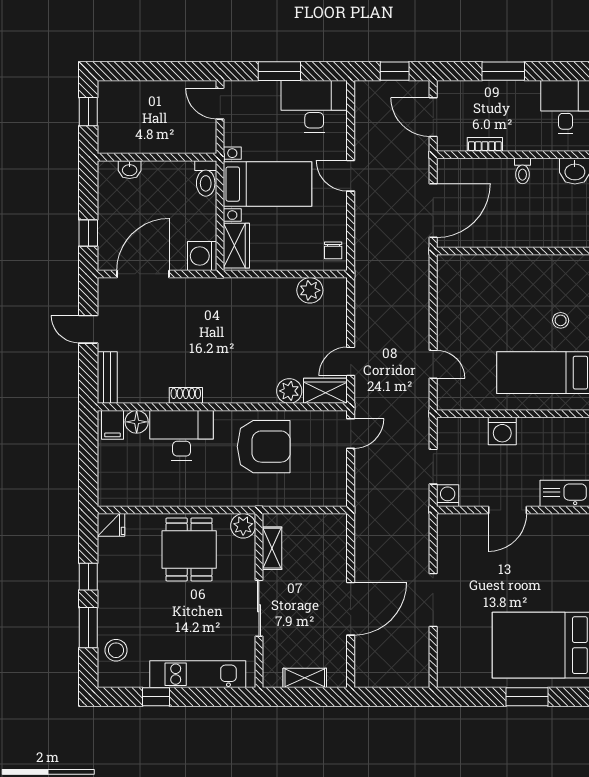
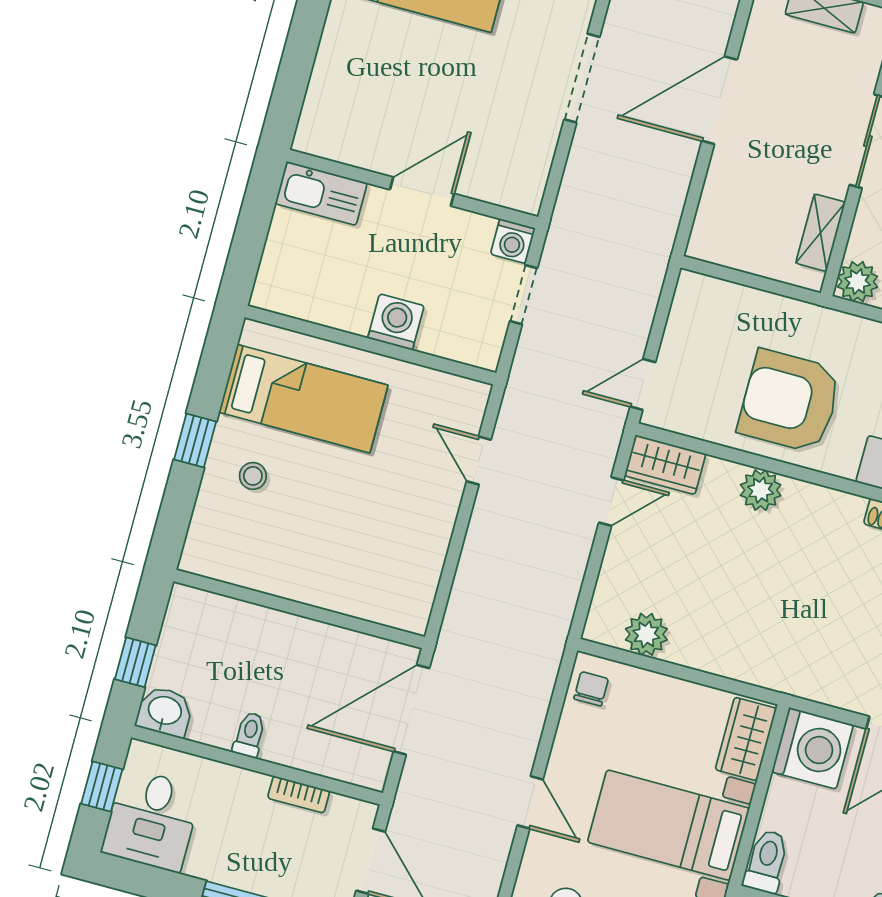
washing machine: (202, 256) -> (813, 748), width x1.37, depth x1.37
plant: (289, 391) -> (761, 490), moved

